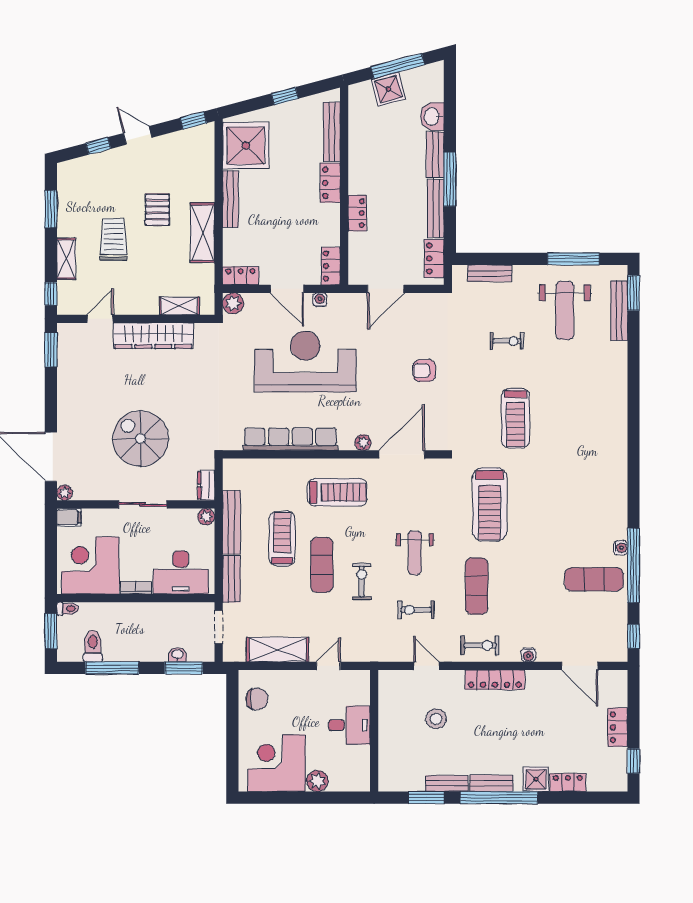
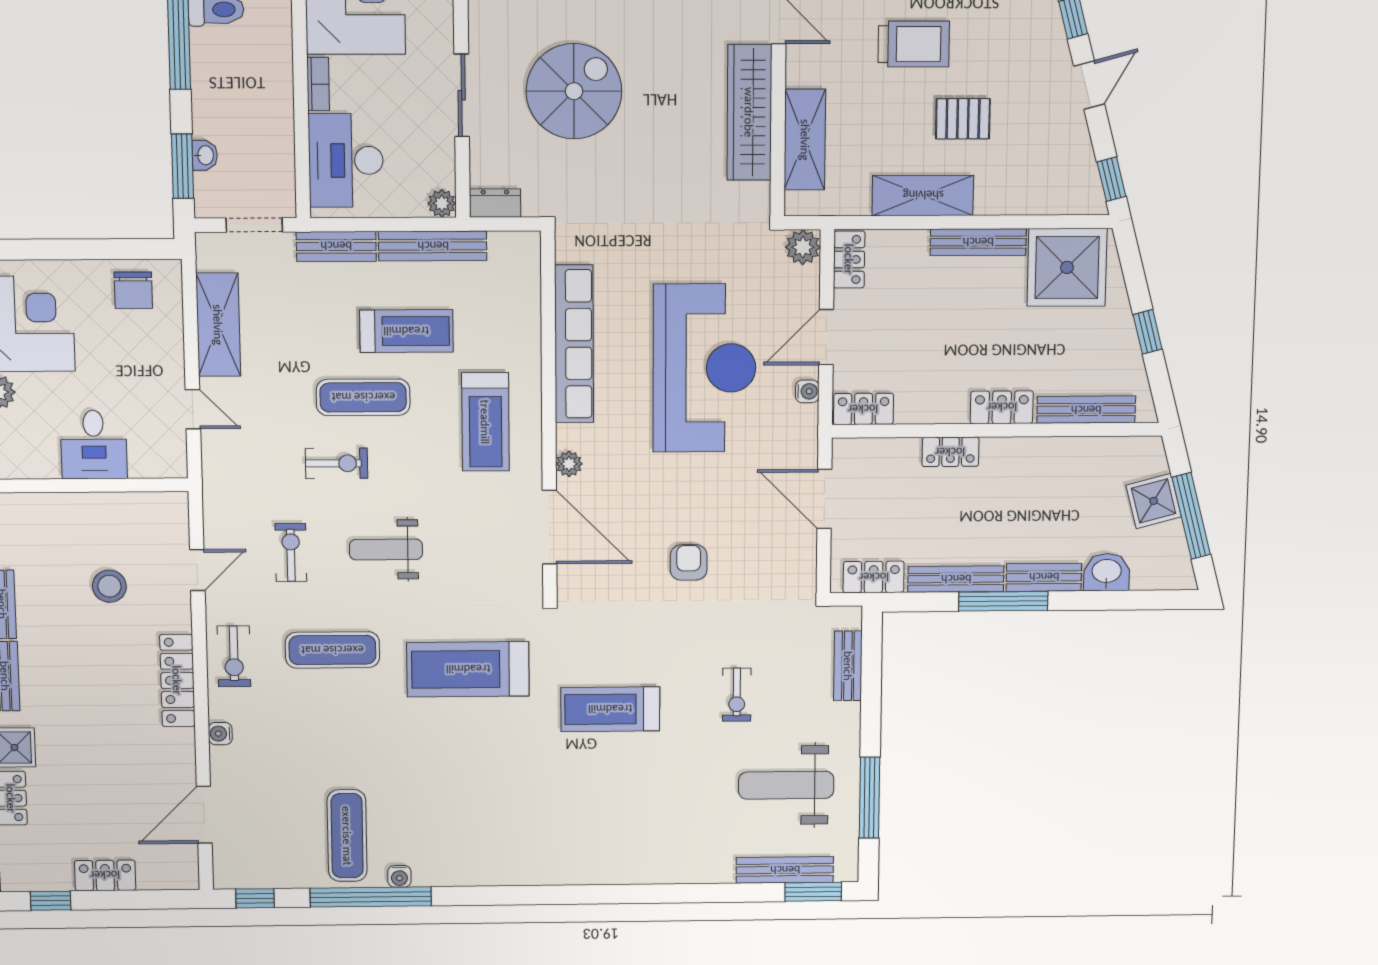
shelving: (179, 306) -> (805, 140), width x1.50, depth x1.33

